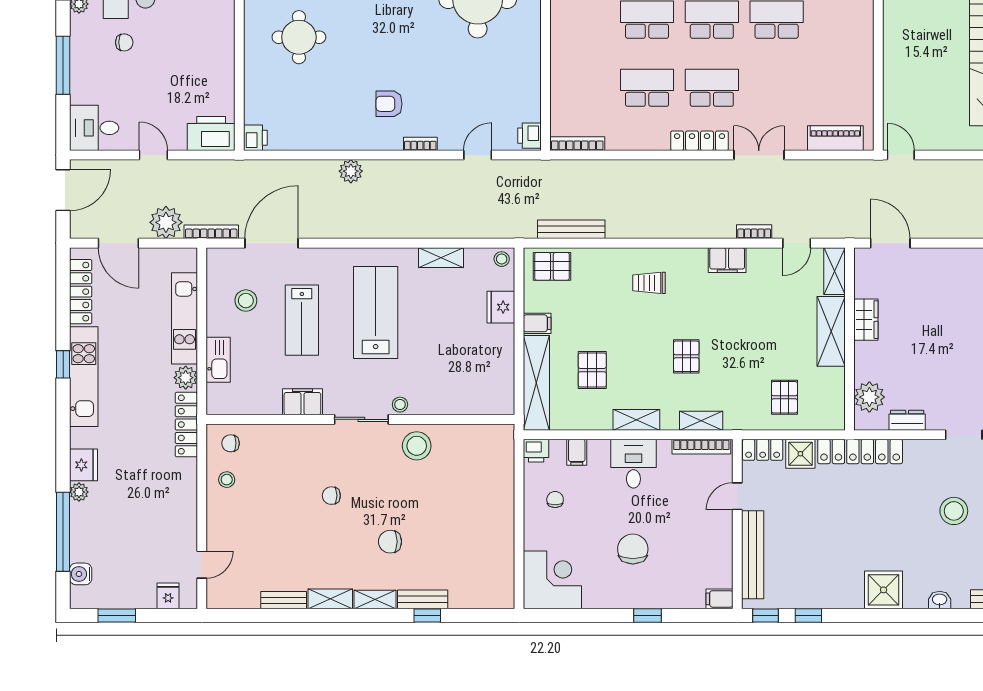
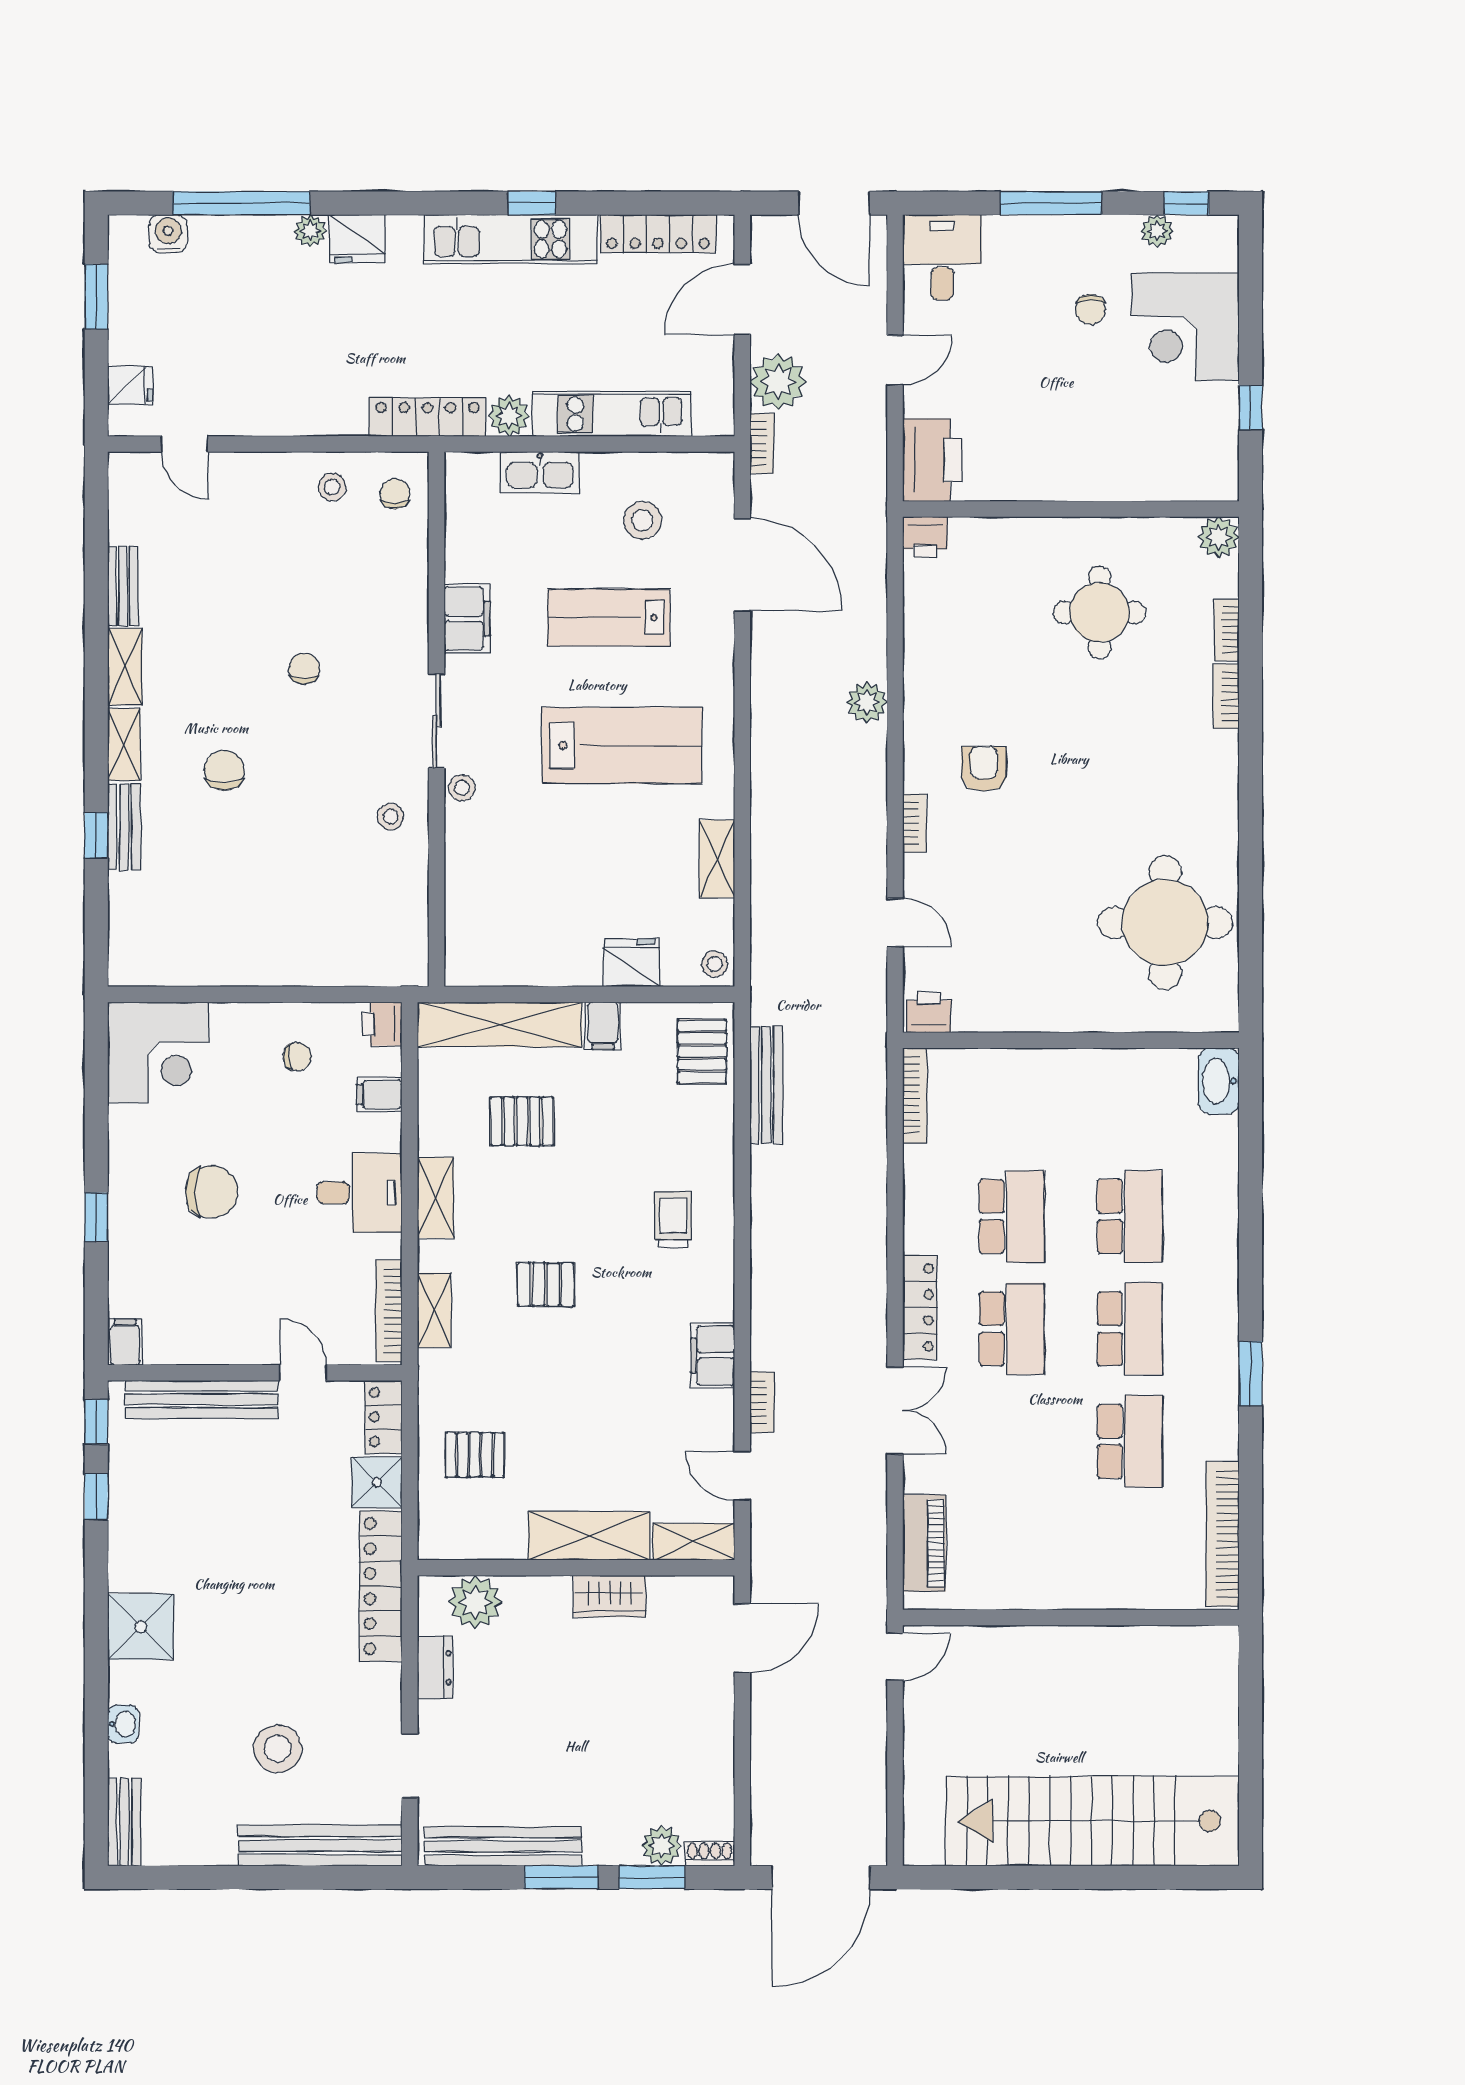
bookcase: (211, 232) -> (762, 443), width x0.64
stool: (417, 446) -> (391, 817), width x0.53, depth x0.53

